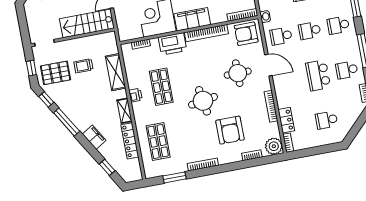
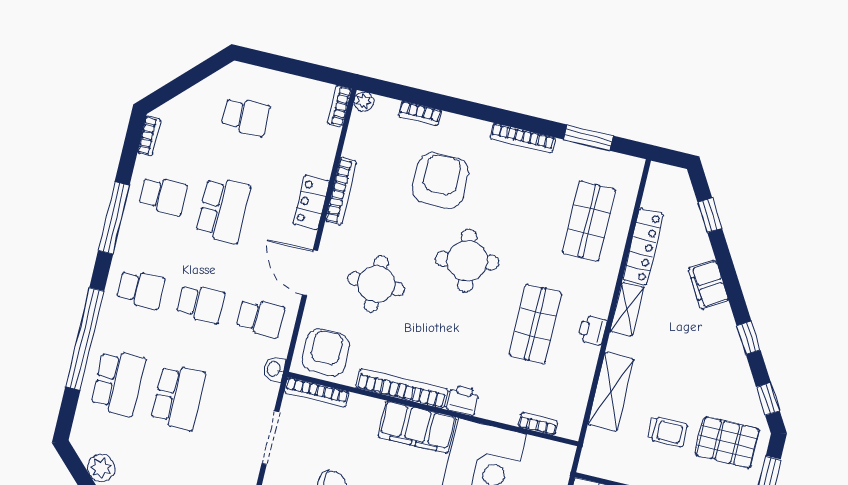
armchair: (246, 34) -> (326, 353), turned -90
printer: (173, 44) -> (463, 400), width x0.53, depth x0.68
locker: (286, 120) -> (311, 203), moved
window: (67, 122) -> (749, 338), width x0.46
plant: (274, 146) -> (364, 101), width x0.53, depth x0.53

